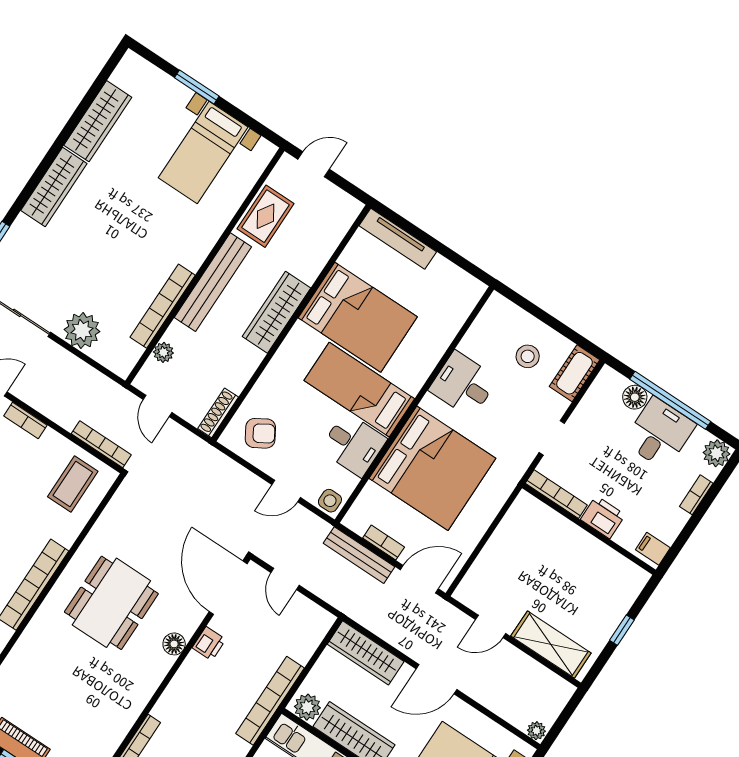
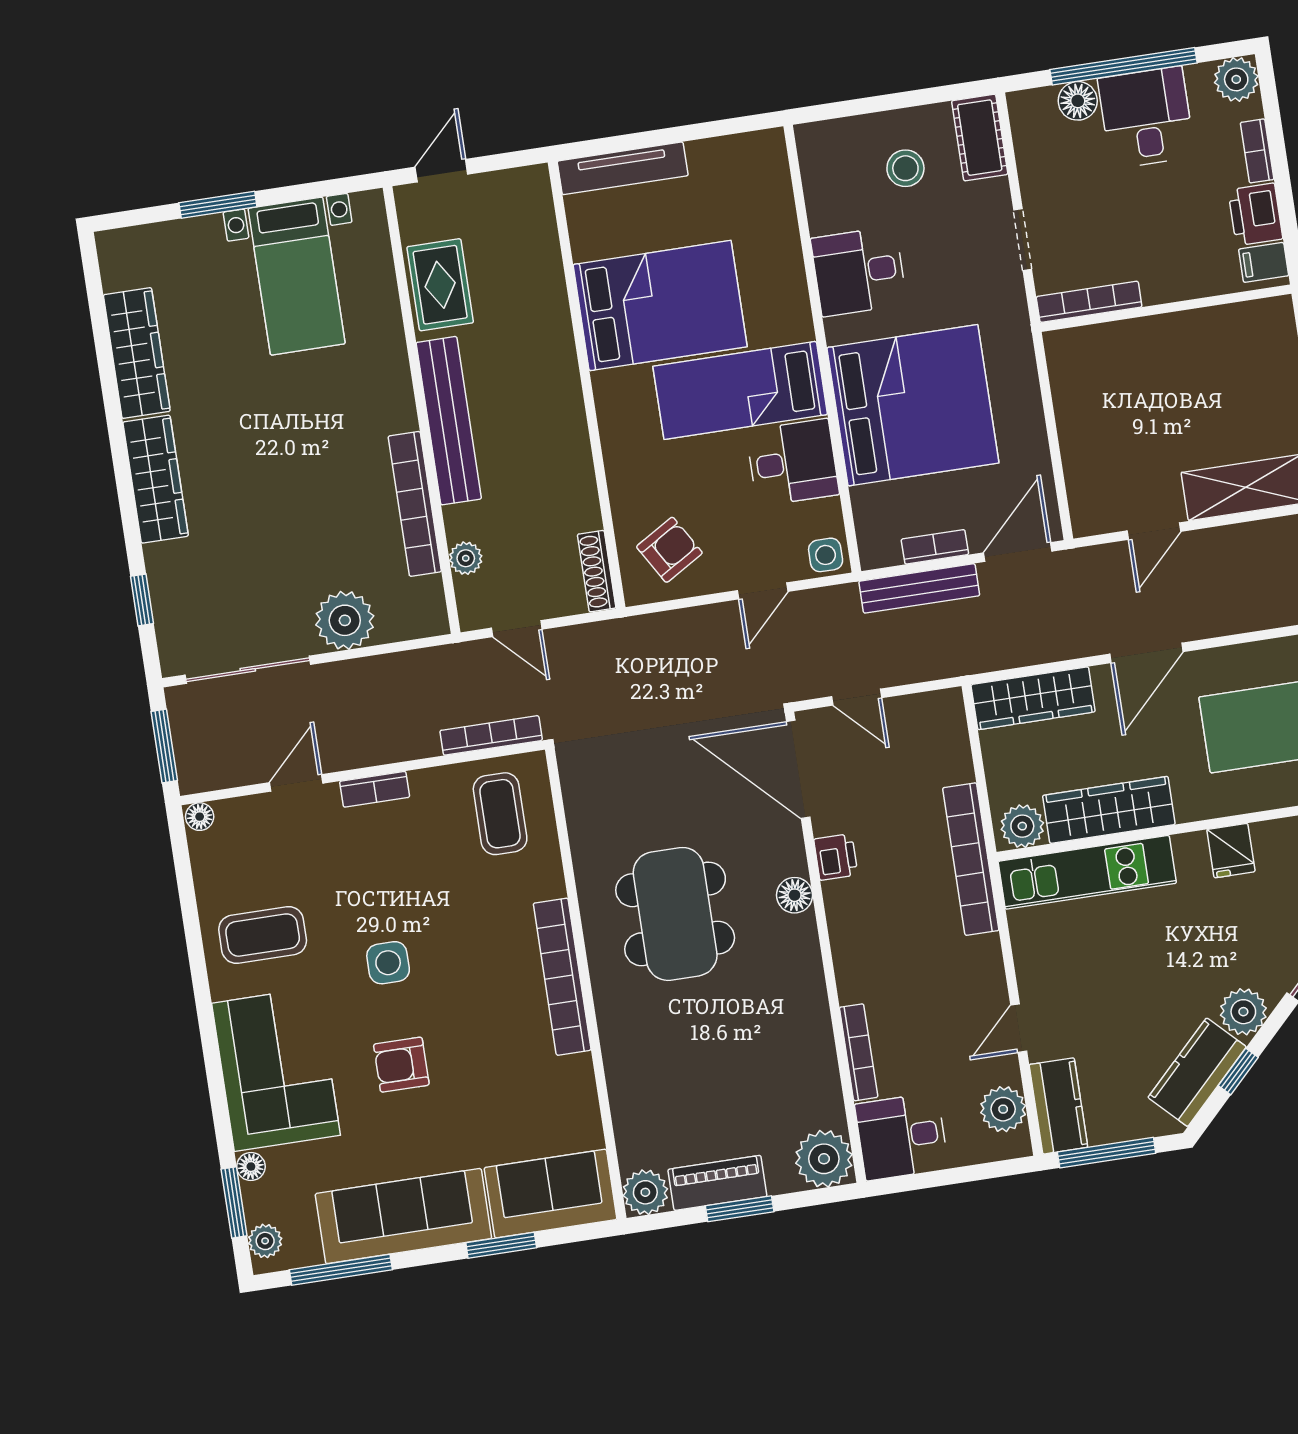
wardrobe: (277, 312) -> (557, 388), removed
printer: (603, 517) -> (1255, 214), moved, turned -90

